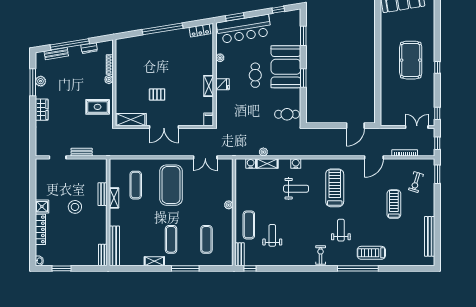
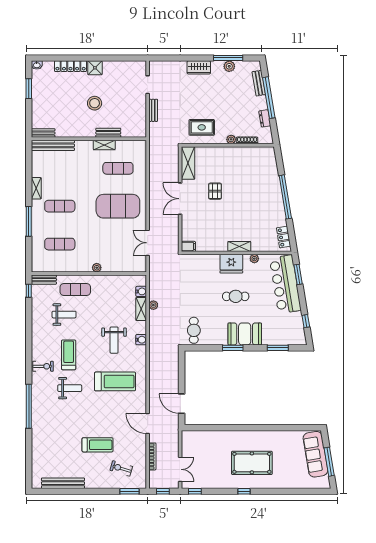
booth: (286, 67) -> (245, 334), width x0.73, depth x0.70
fridge: (223, 84) -> (231, 264), width x1.88, depth x1.34
shelving: (209, 86) -> (239, 246), moved
rug: (98, 107) -> (202, 127), turned 90
treadmill: (371, 253) -> (69, 355), moved

